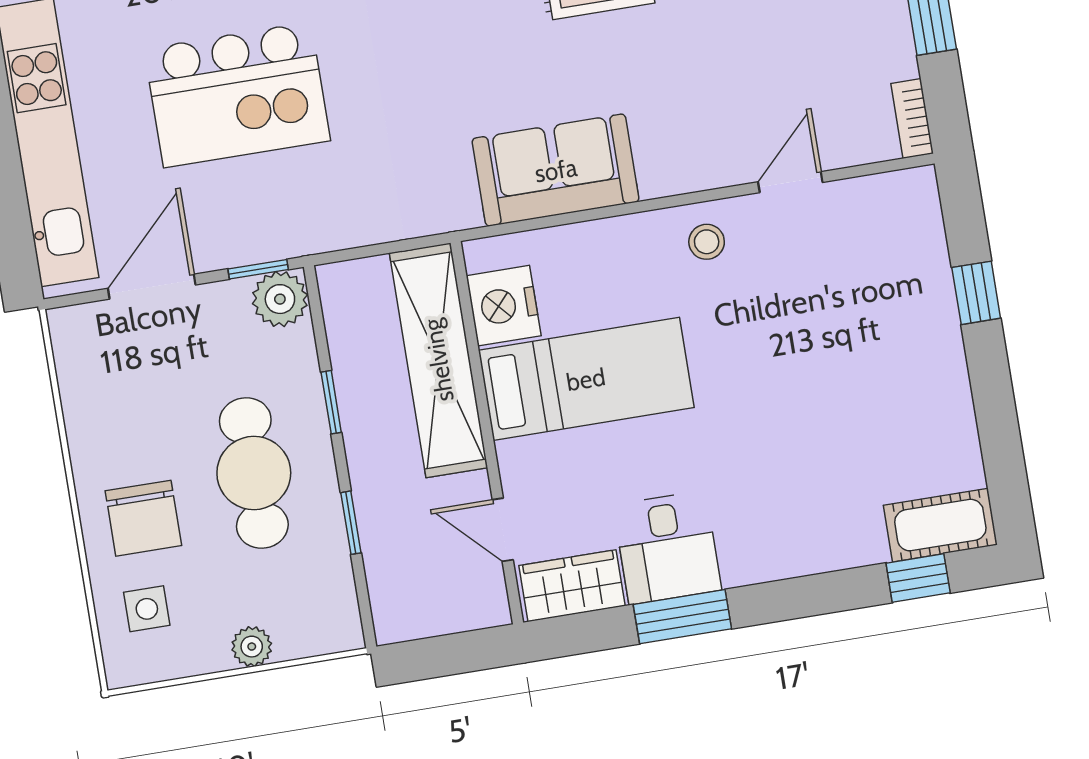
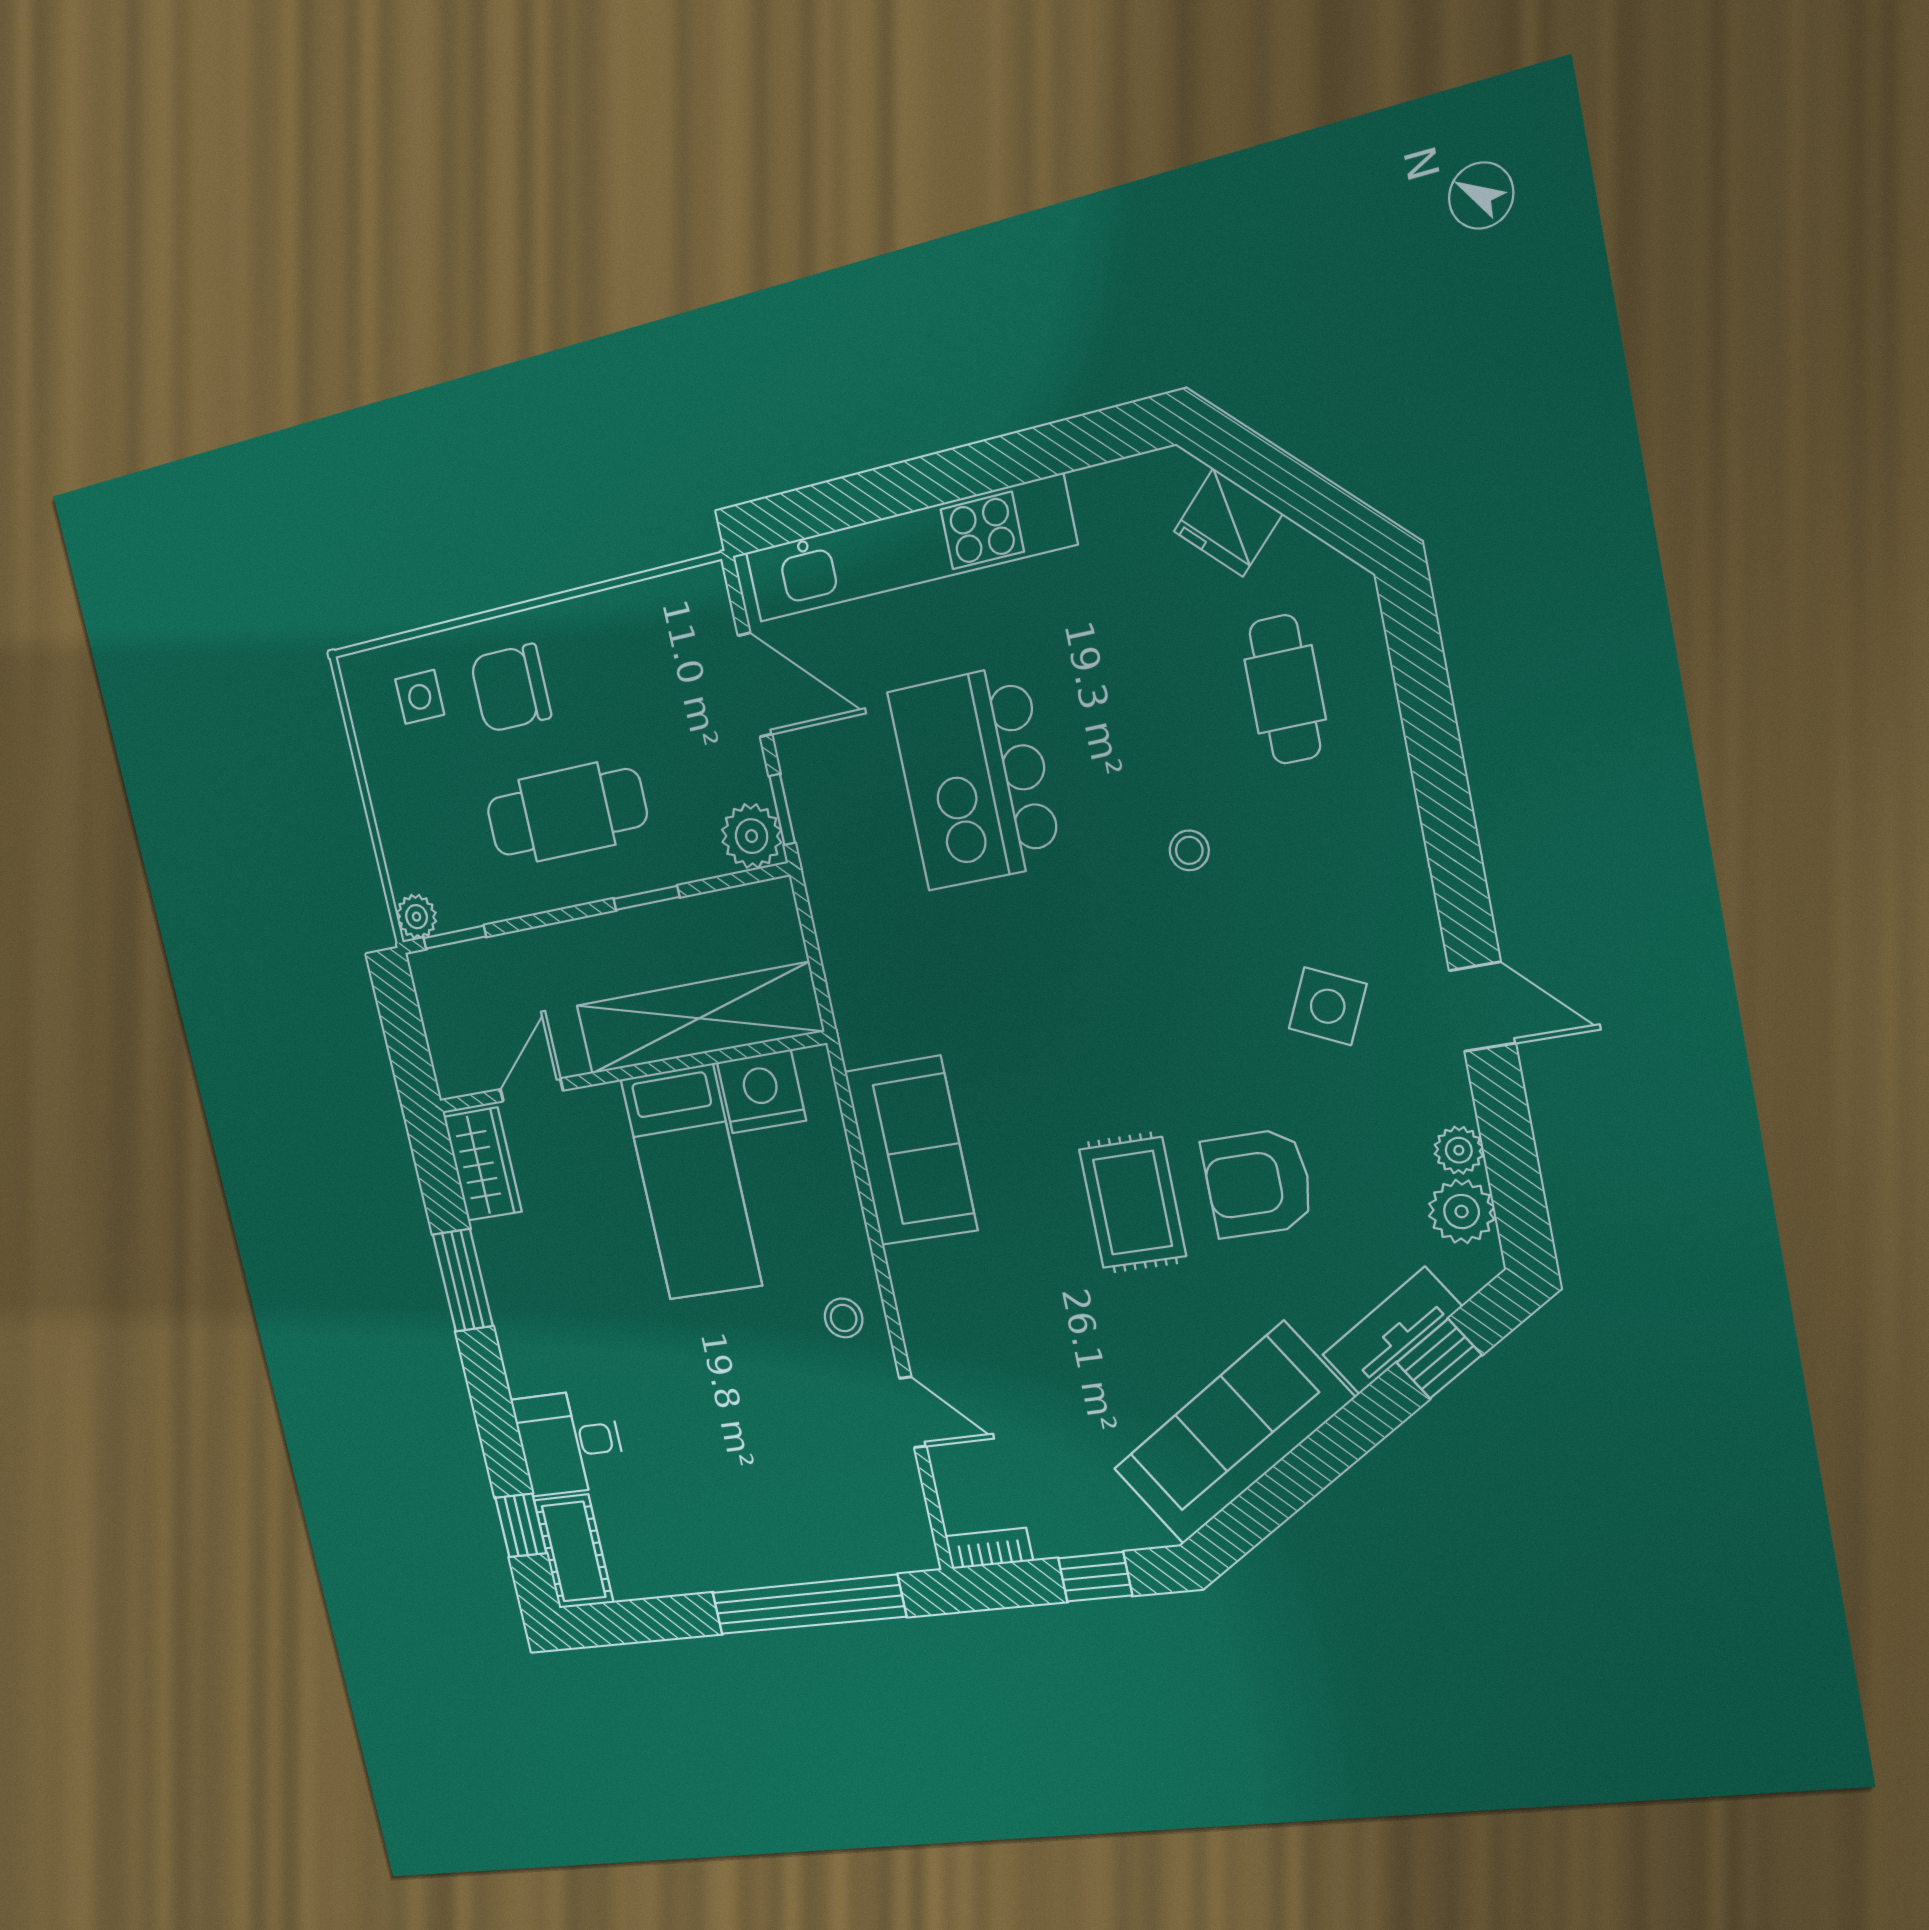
window: (976, 293) -> (809, 1605), width x3.17
window: (351, 523) -> (455, 937), moved
desk: (667, 548) -> (570, 1442), moved
plant: (252, 647) -> (417, 917), moved

